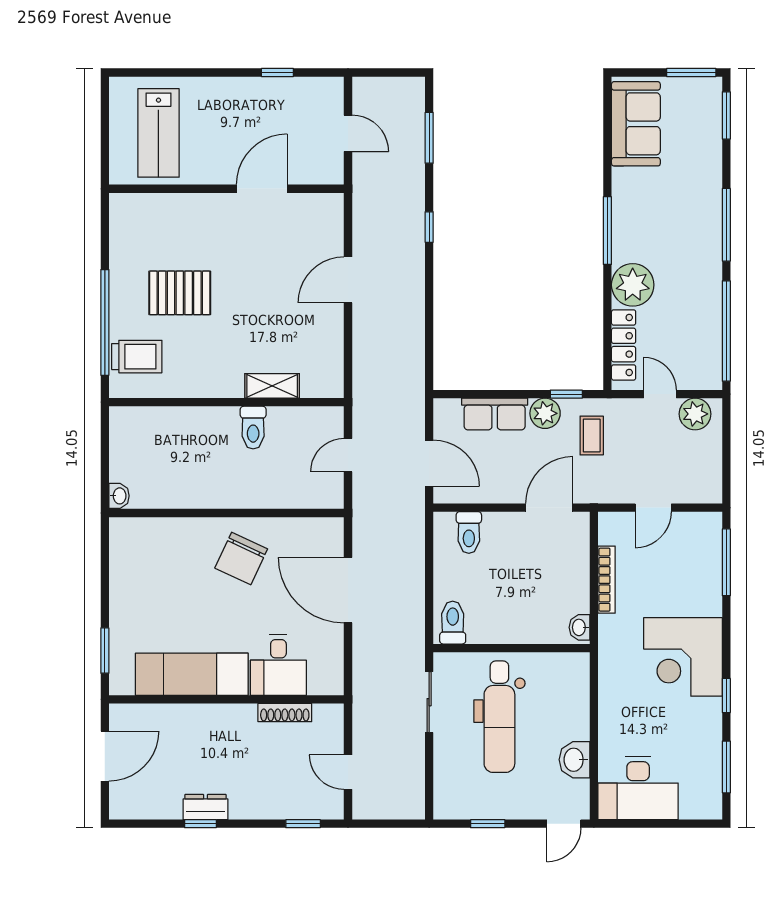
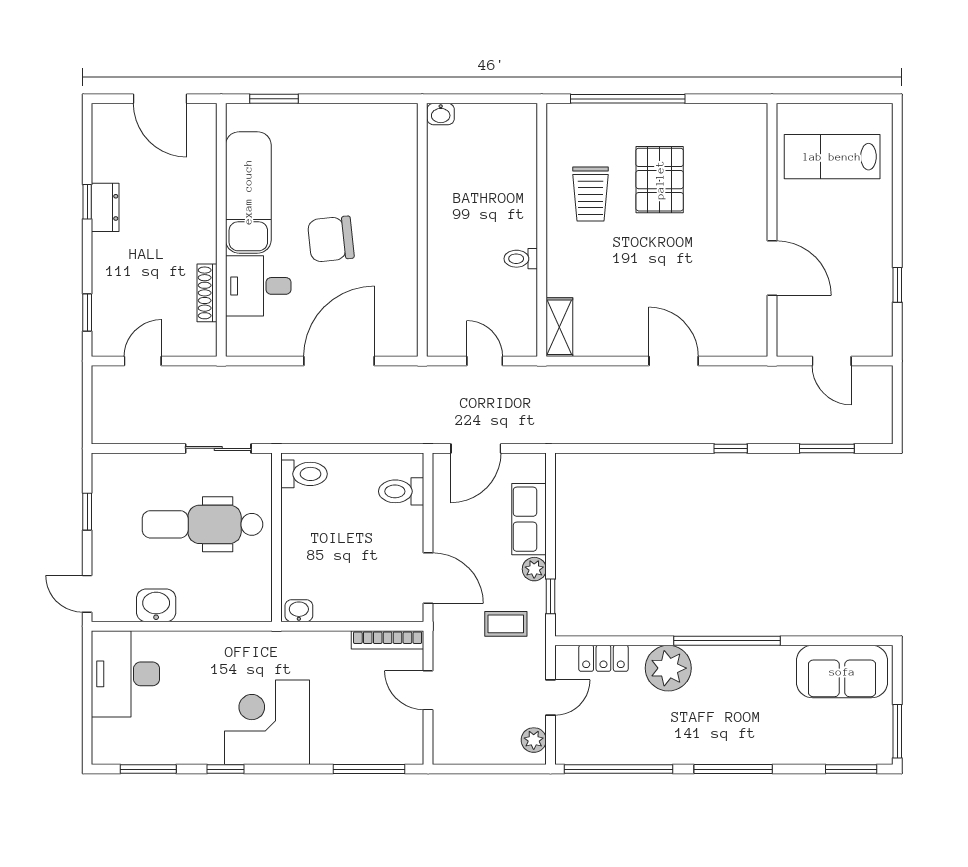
door: (348, 133) -> (832, 361), hinge flipped
window: (607, 231) -> (727, 641), width x1.46
locker: (624, 345) -> (603, 658), width x0.66
trolley: (137, 357) -> (591, 194), moved
shelving: (272, 386) -> (559, 327), moved
plant: (545, 413) -> (534, 569), width x0.73, depth x0.73
plant: (695, 414) -> (534, 740), width x0.73, depth x0.73
toilet: (253, 428) -> (521, 259), width x0.73, depth x0.72
chair: (241, 558) -> (331, 239), moved, turned -31
bookcase: (607, 580) -> (388, 640), moved

